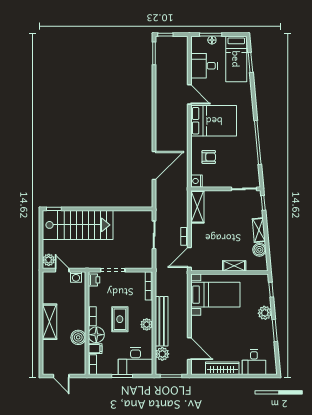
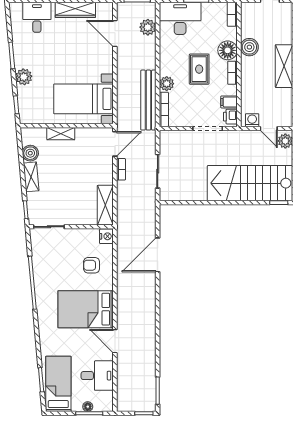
bench: (162, 321) -> (148, 100), moved
plant: (147, 324) -> (167, 84), moved
filing cabinet: (95, 349) -> (229, 102), moved

